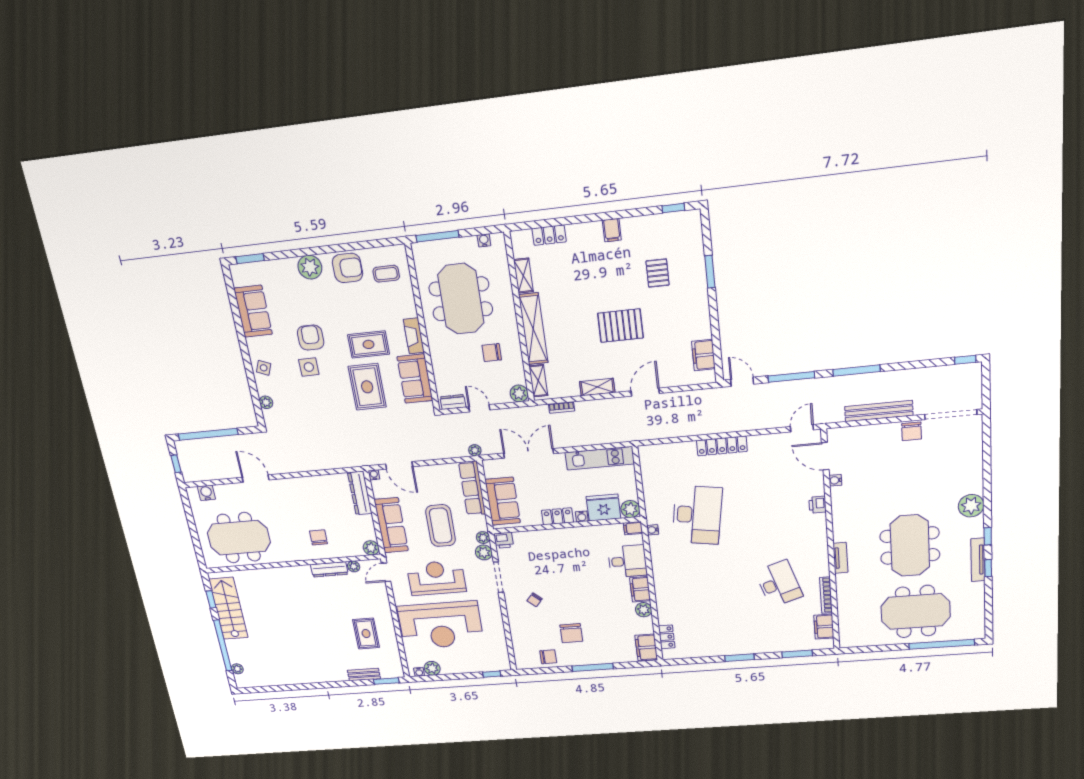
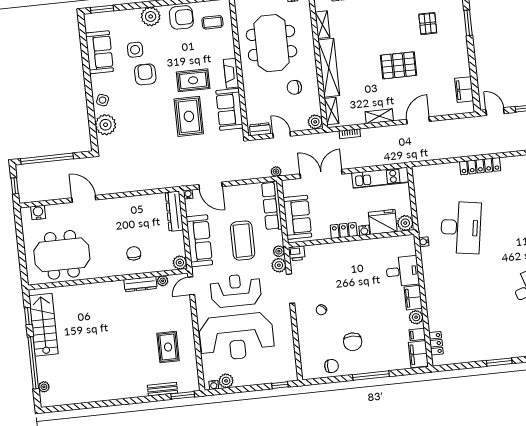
side table: (309, 367) -> (135, 50), moved
plant: (266, 402) -> (106, 125), width x1.88, depth x1.88
filing cabinet: (633, 528) -> (417, 335), moved

